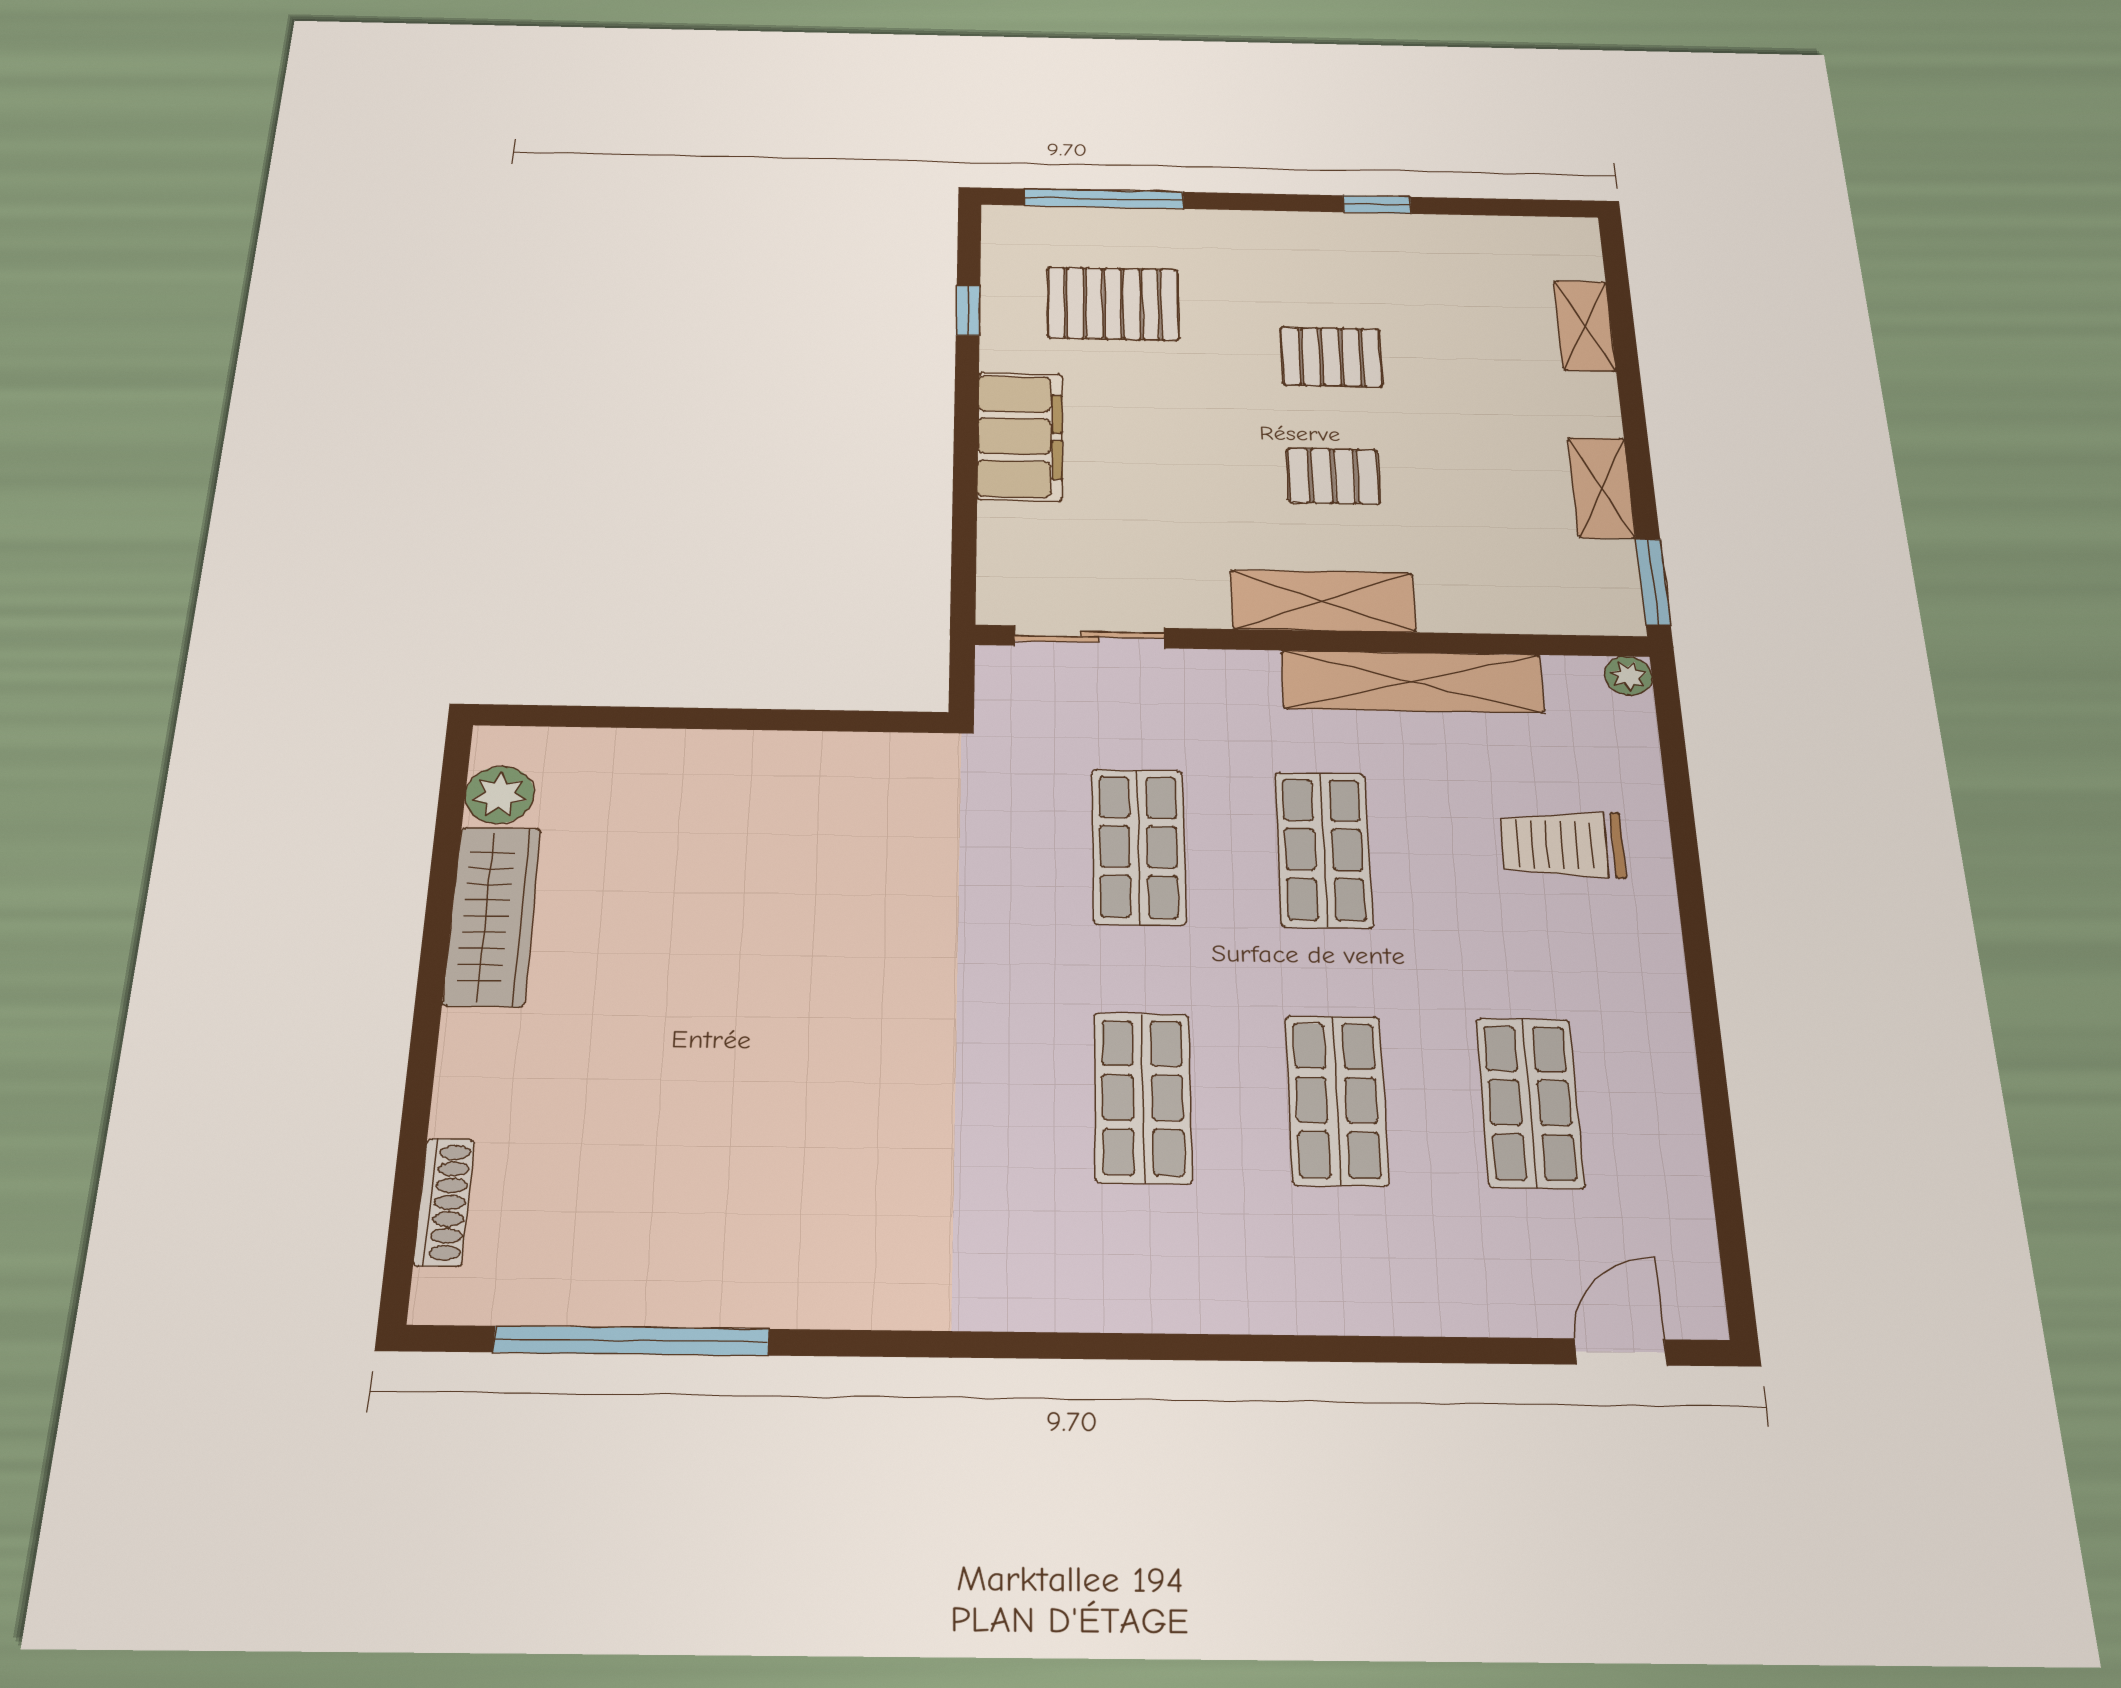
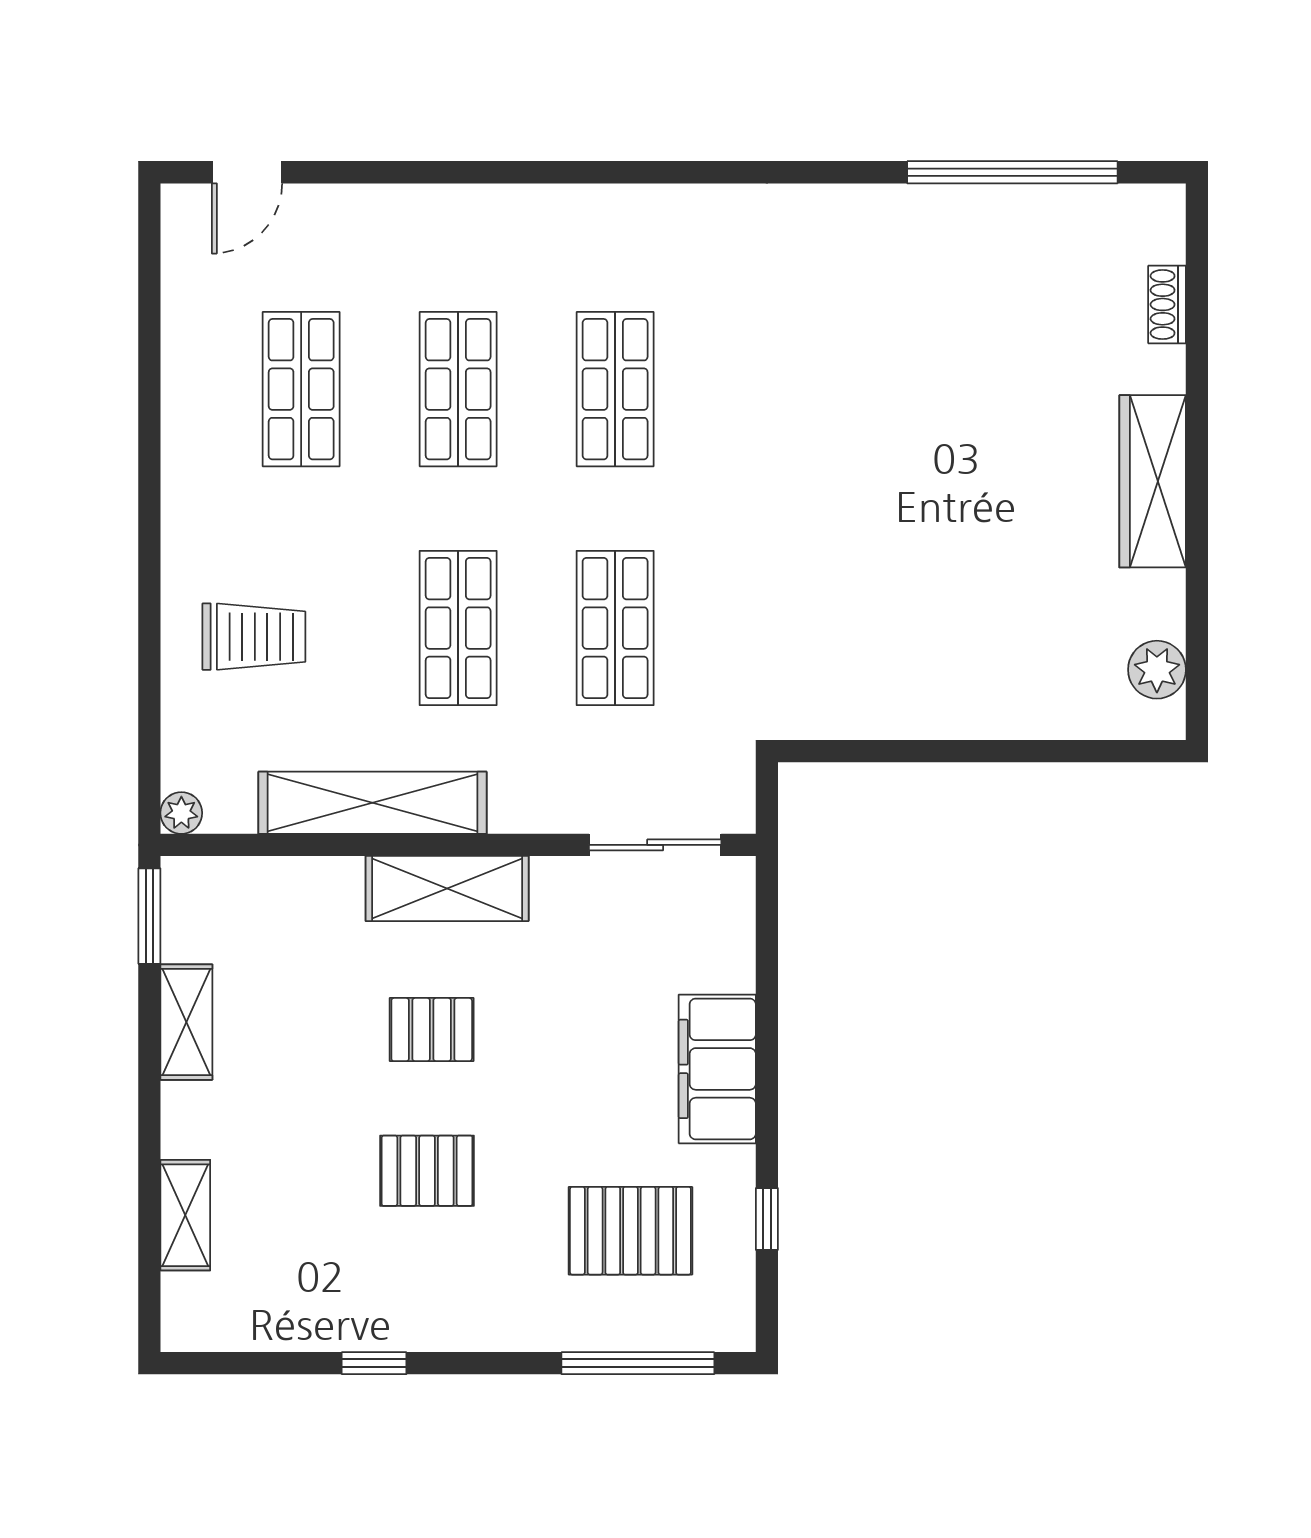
wardrobe: (492, 916) -> (1153, 481), moved
shoe rack: (444, 1202) -> (1167, 304), width x0.70

